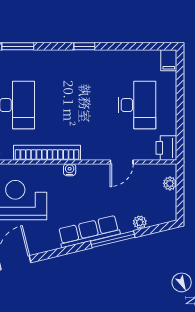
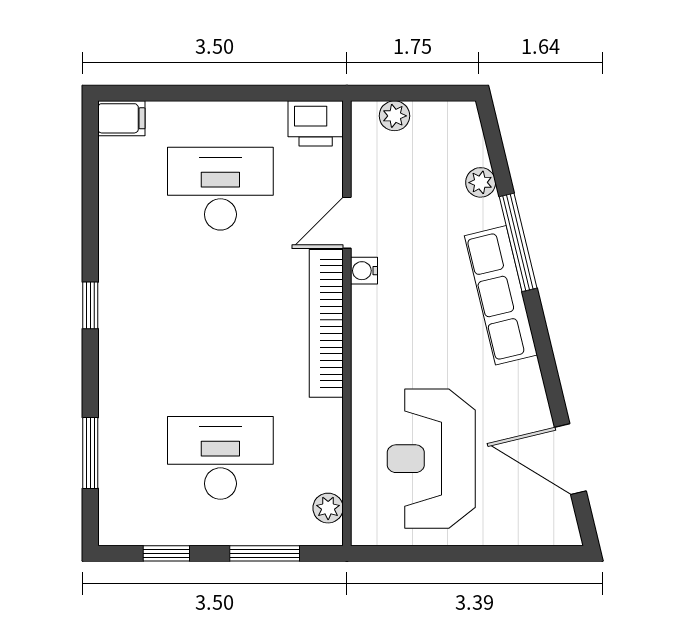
bookcase: (47, 153) -> (326, 323), moved
door: (122, 162) -> (347, 223), swing flipped
water cooler: (70, 170) -> (364, 271), moved

